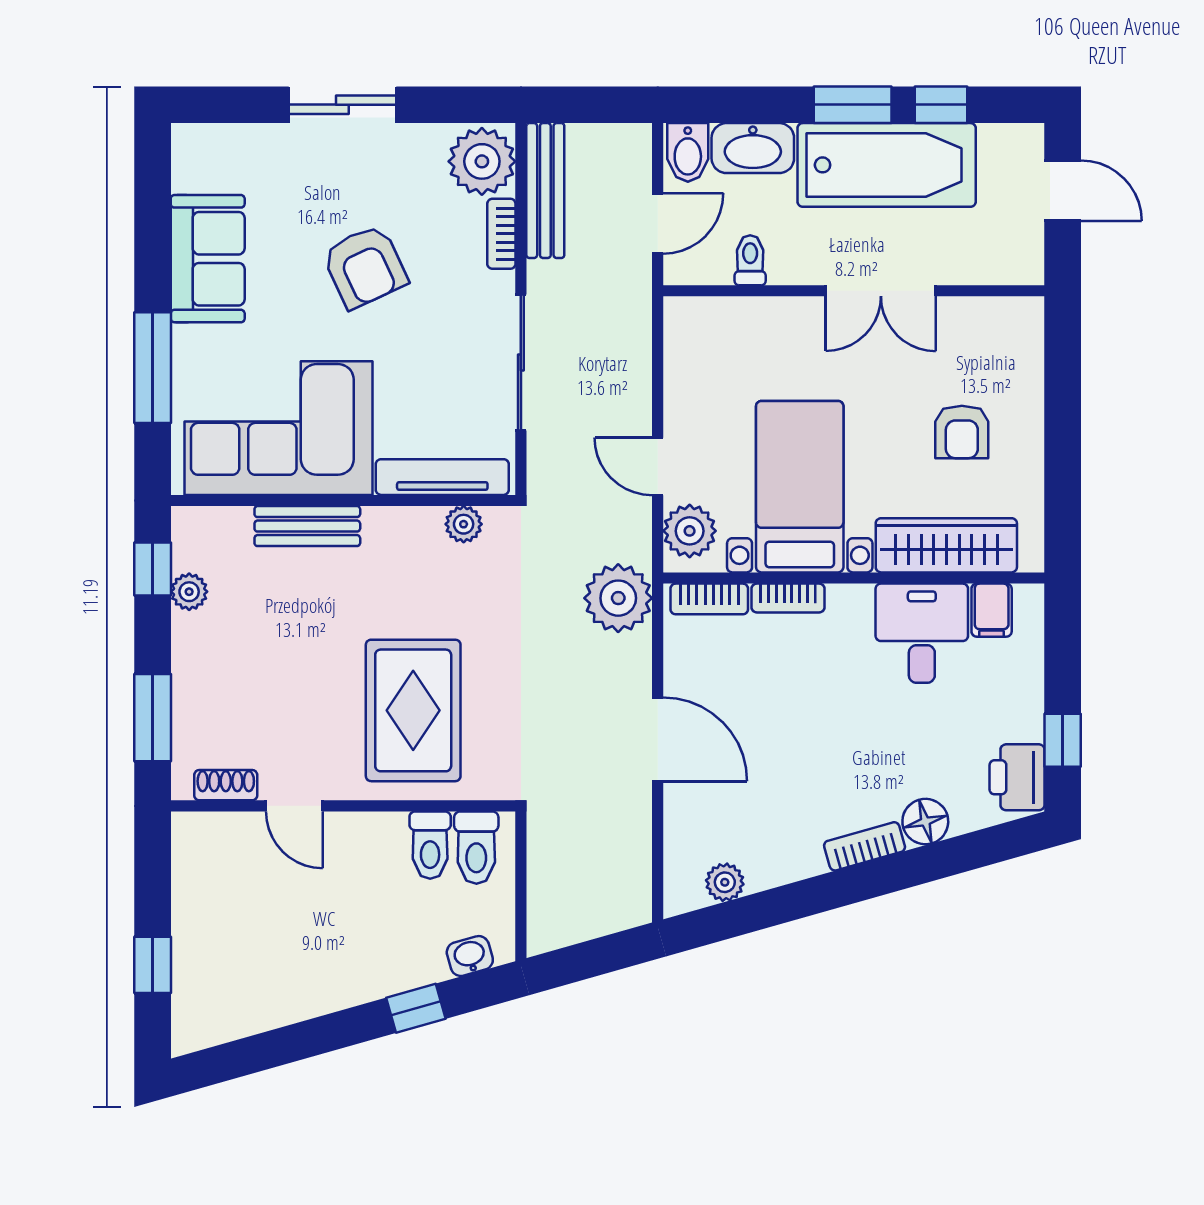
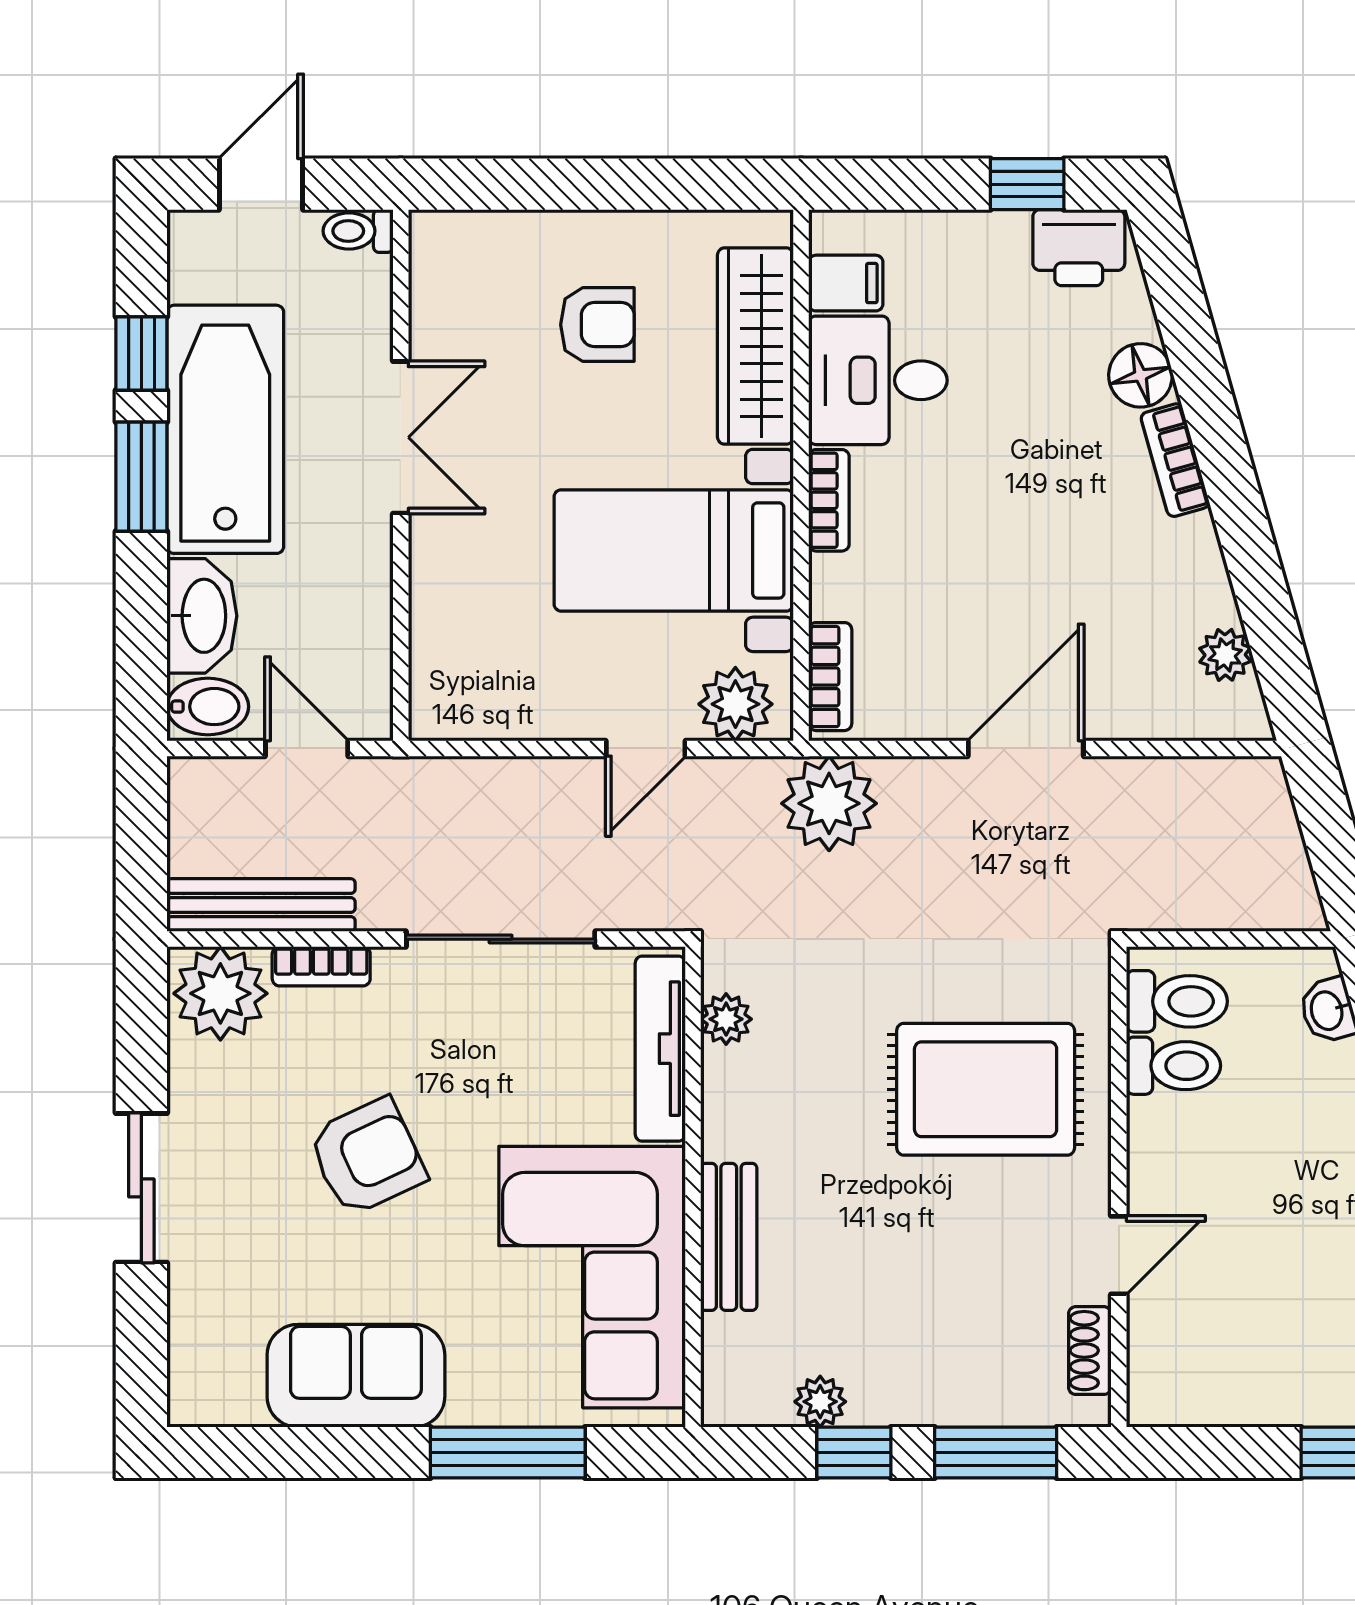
toilet: (750, 260) -> (358, 231), moved
window: (153, 569) -> (854, 1453), moved
bookcase: (788, 598) -> (829, 500), moved

